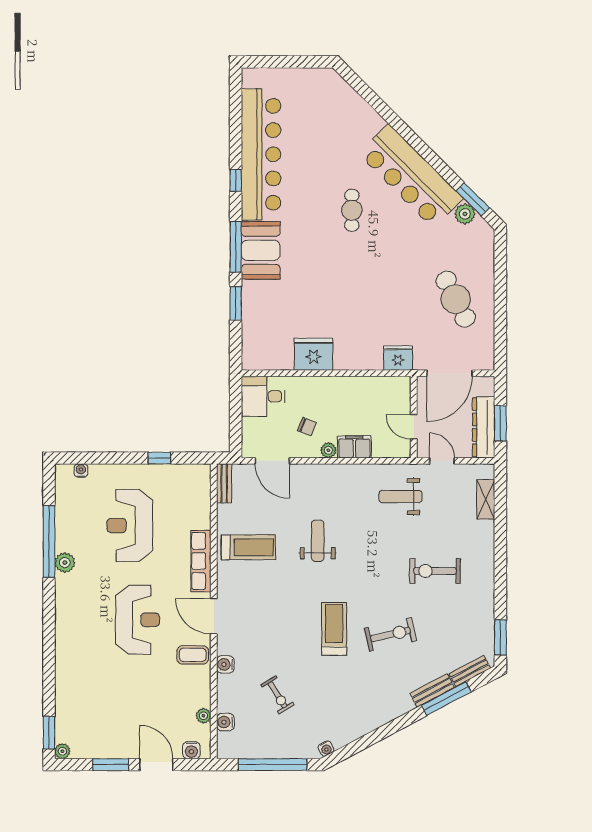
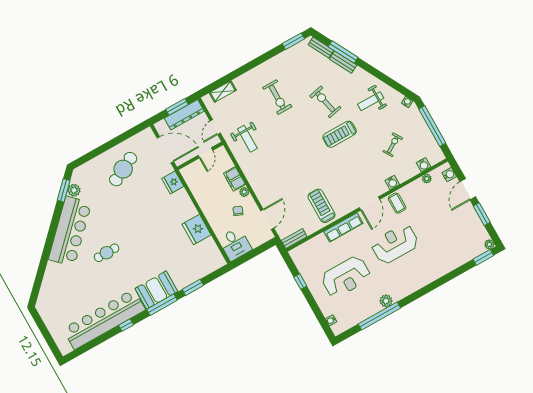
weight bench: (318, 541) -> (371, 101), moved

